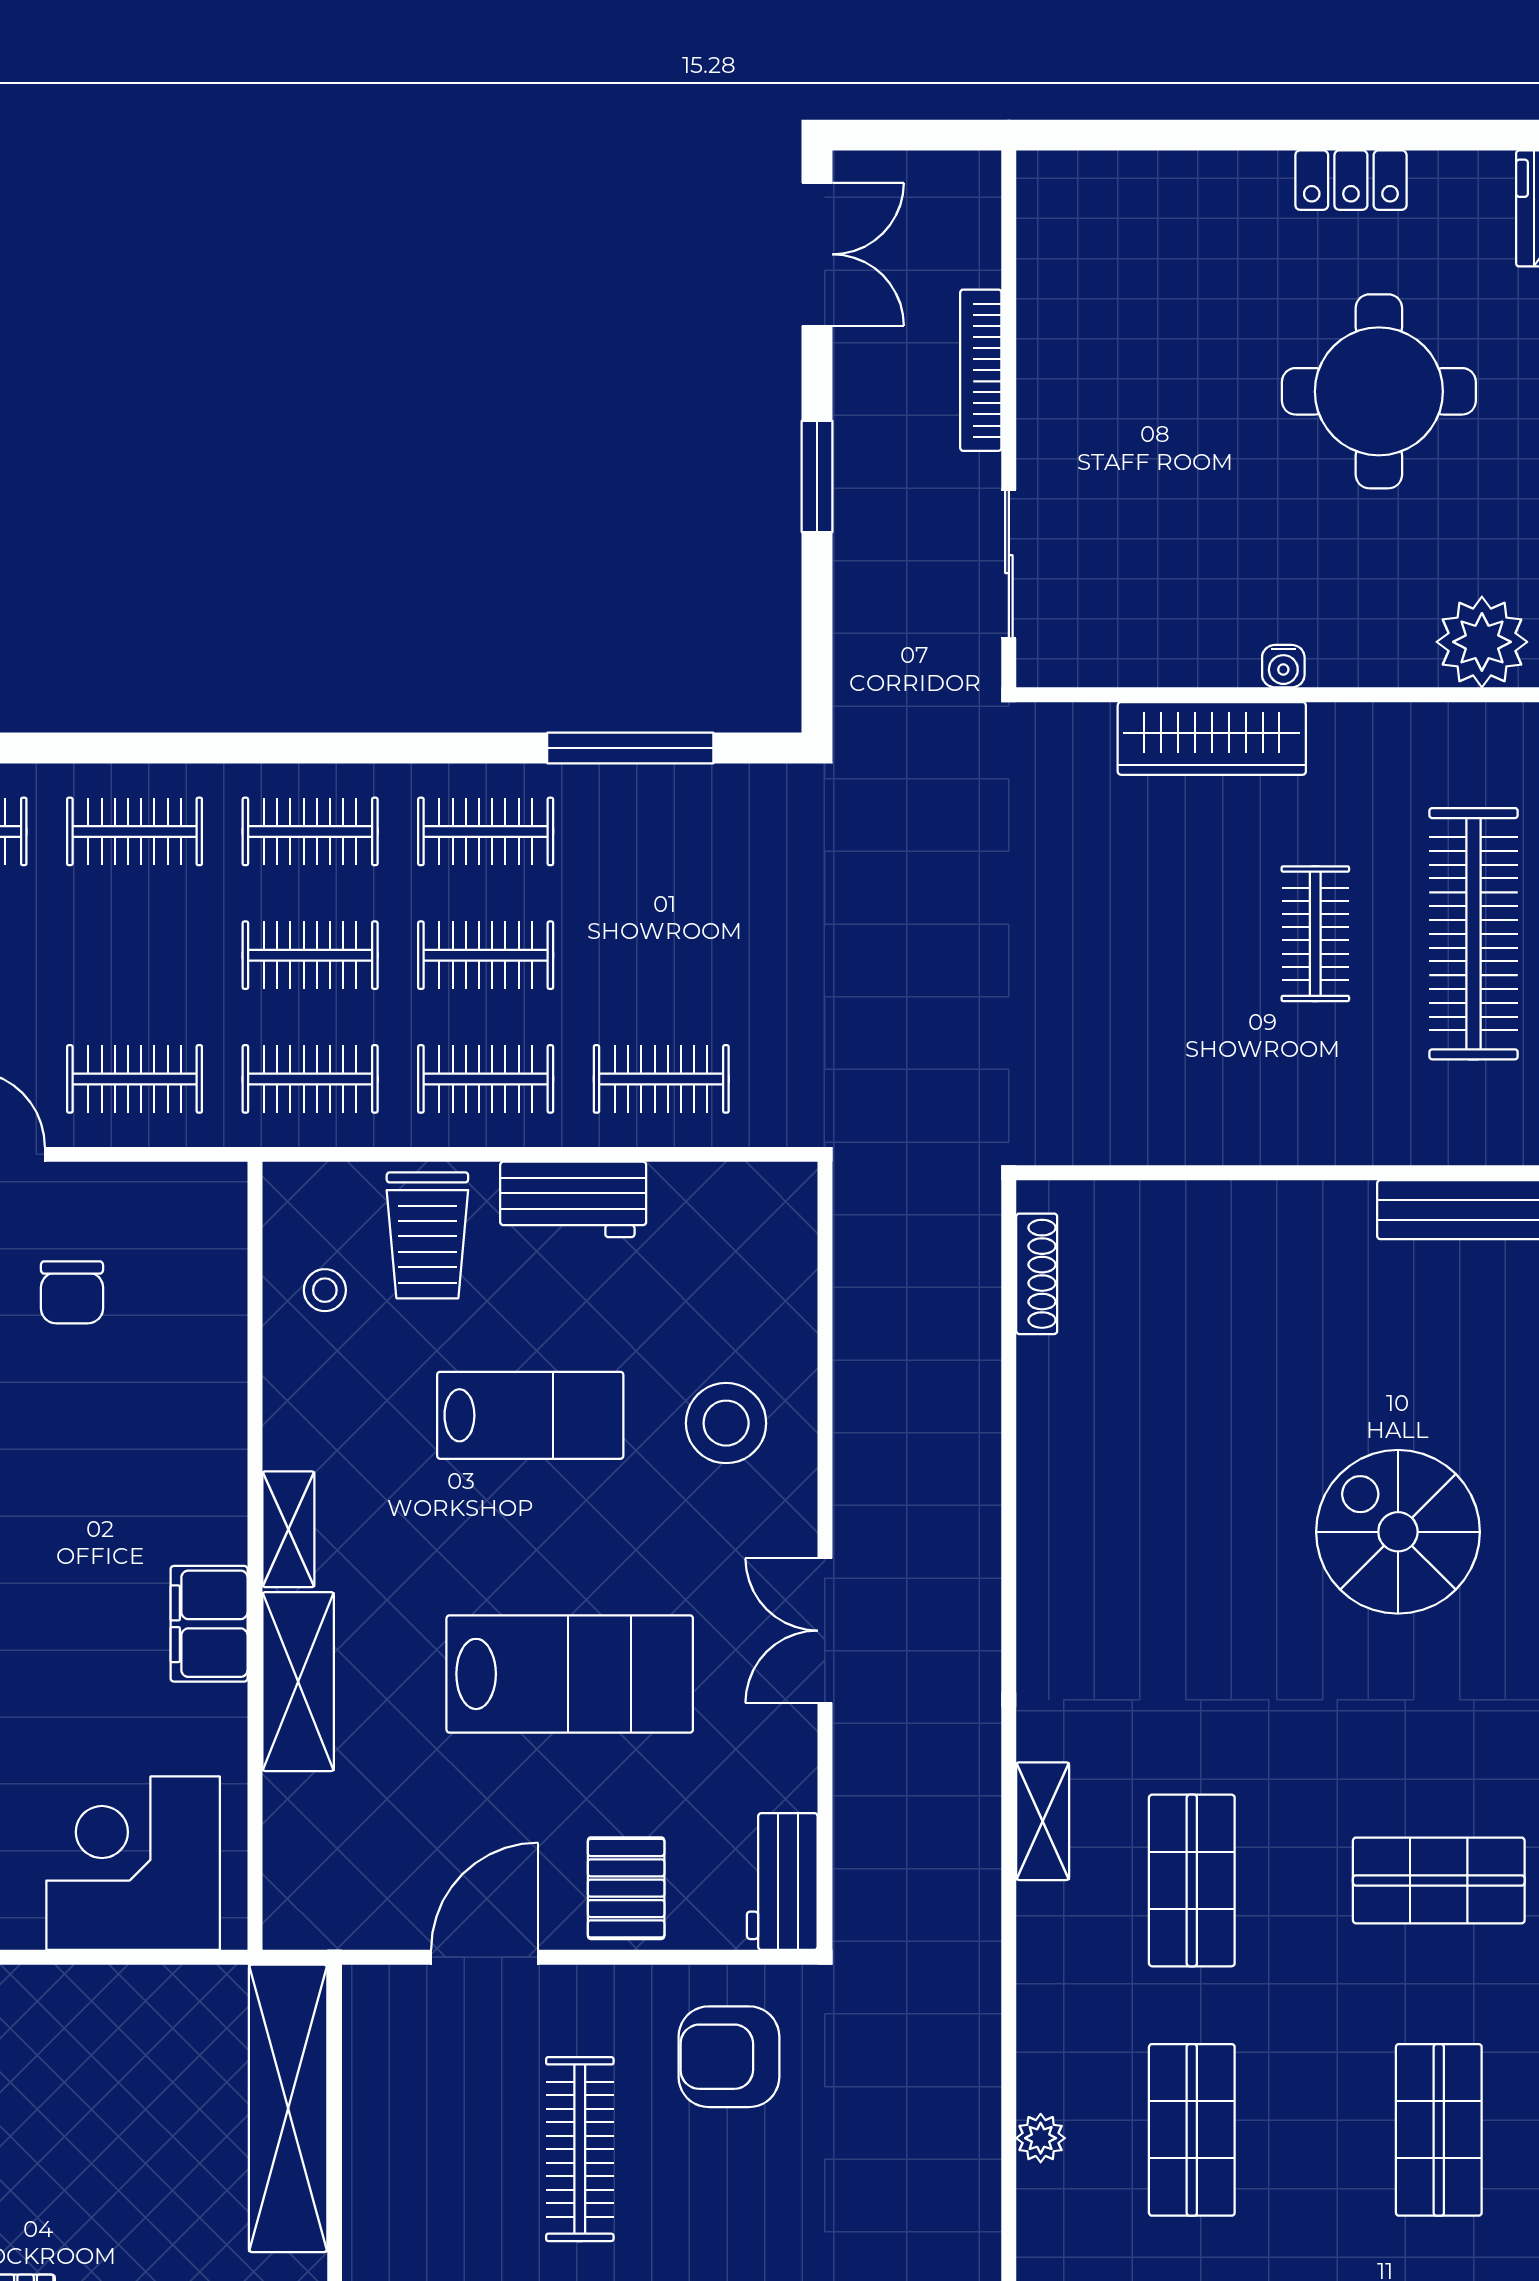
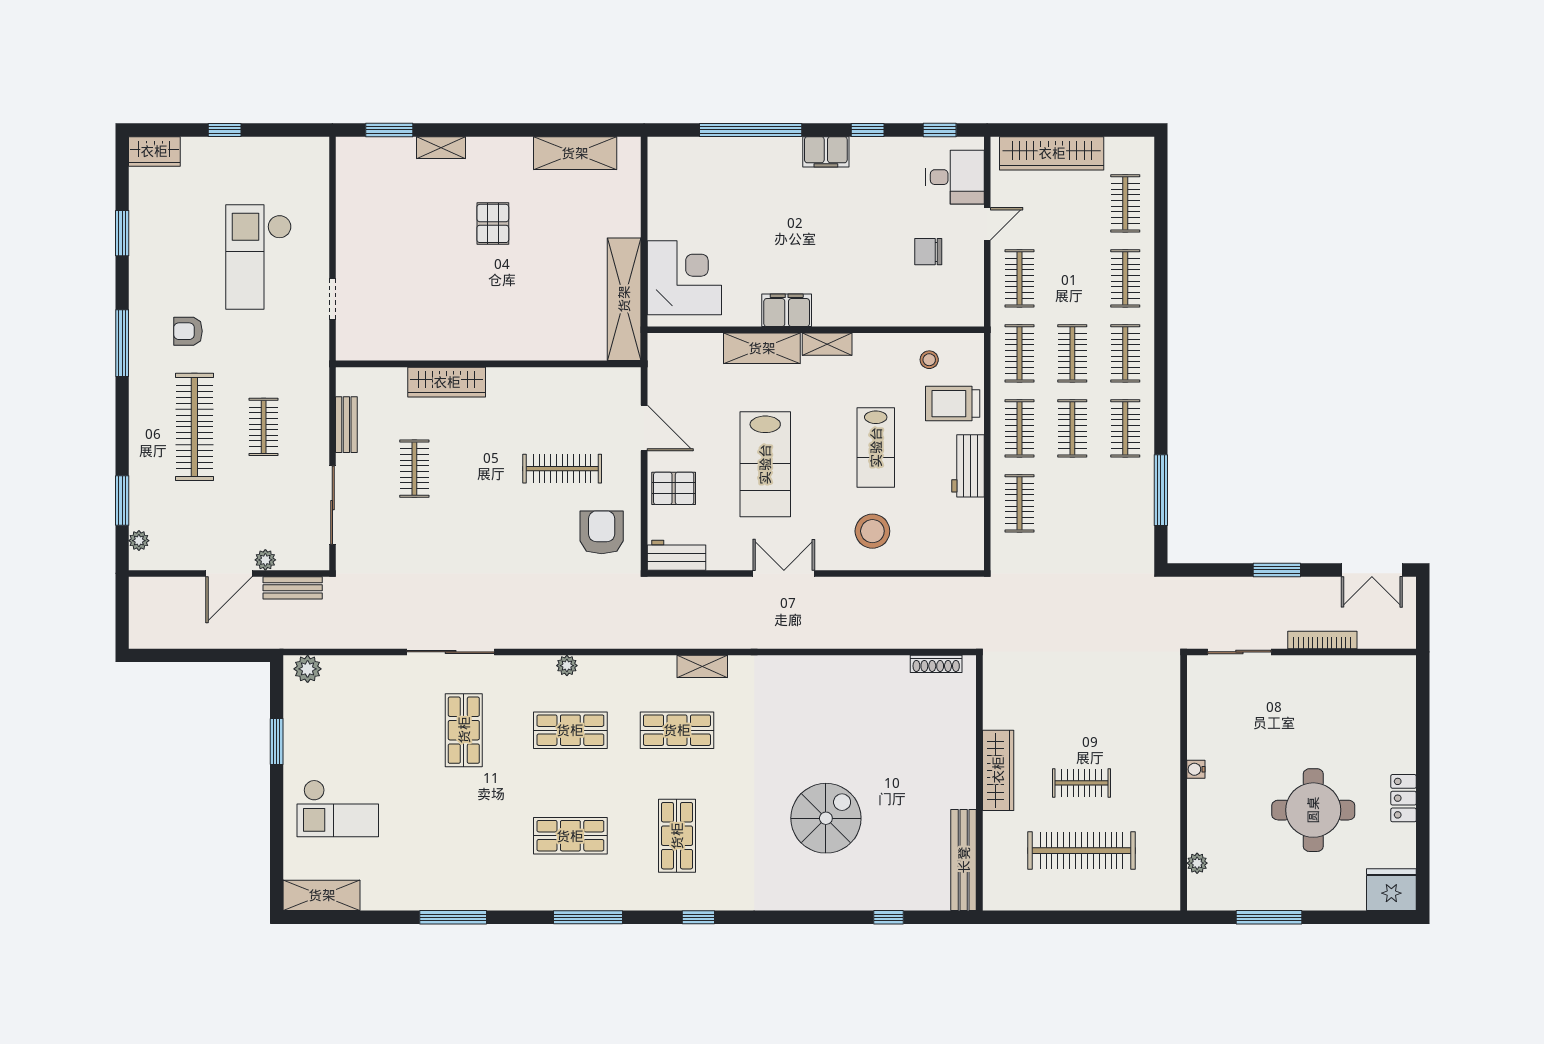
plant: (1482, 642) -> (1197, 863), width x0.53, depth x0.53
wardrobe: (1212, 738) -> (998, 770), moved, turned 180
shelving: (288, 2108) -> (624, 299), moved, turned 90

